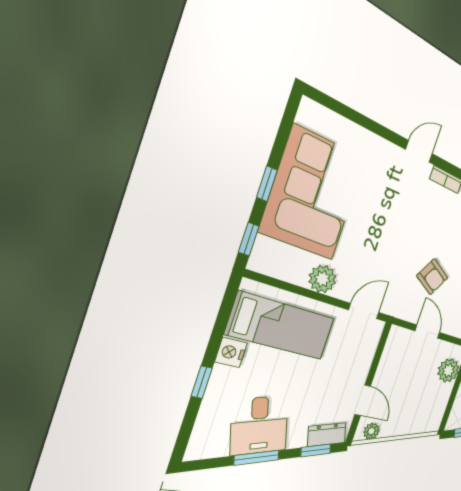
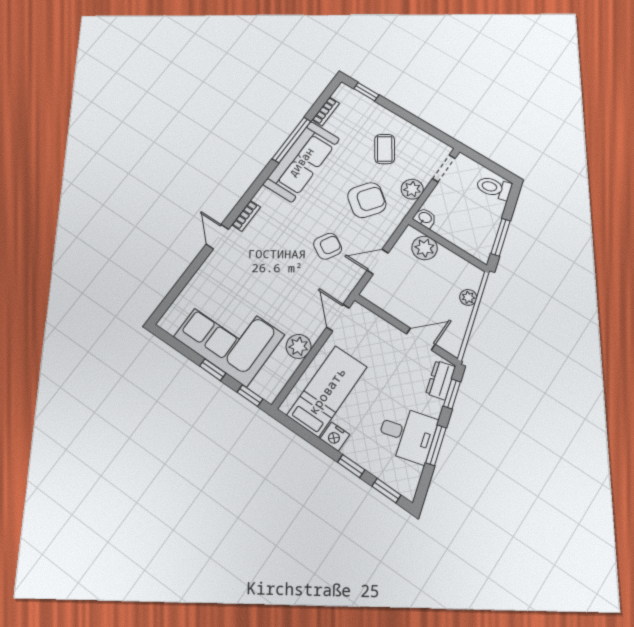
window: (186, 430) -> (386, 491), added
plant: (371, 431) -> (468, 297), moved

